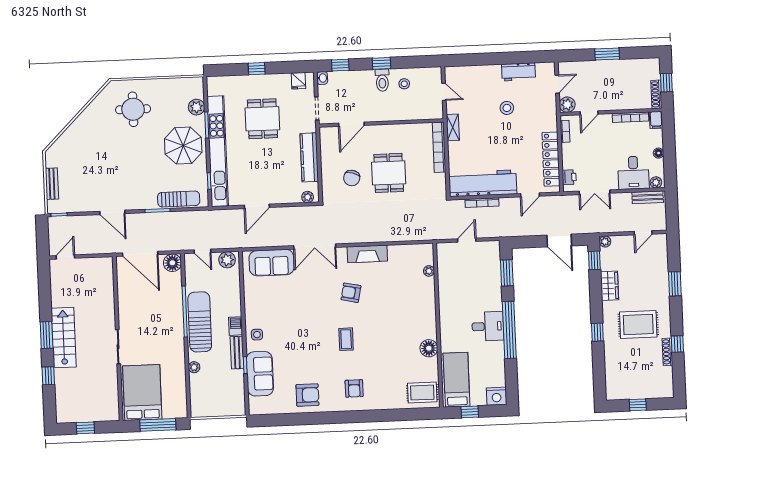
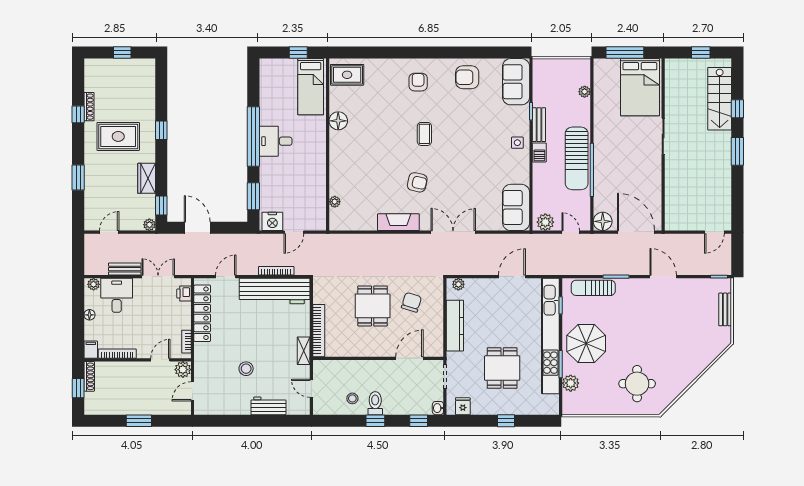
workbench: (519, 72) -> (268, 406), moved
bench: (648, 197) -> (125, 269), moved
sofa: (271, 263) -> (516, 207), moved, turned -90
stairs: (64, 338) -> (720, 99), moved
plant: (194, 367) -> (585, 92), moved
sofa: (260, 374) -> (516, 82), moved
nightstand: (496, 396) -> (272, 221), moved, turned 180

